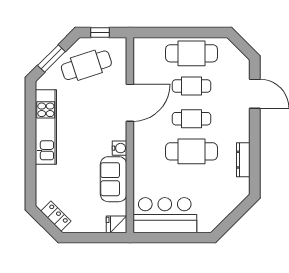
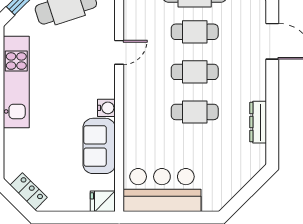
door: (130, 103) -> (119, 52), width x0.53
cafe table: (191, 151) -> (195, 112), width x0.73, depth x0.74

